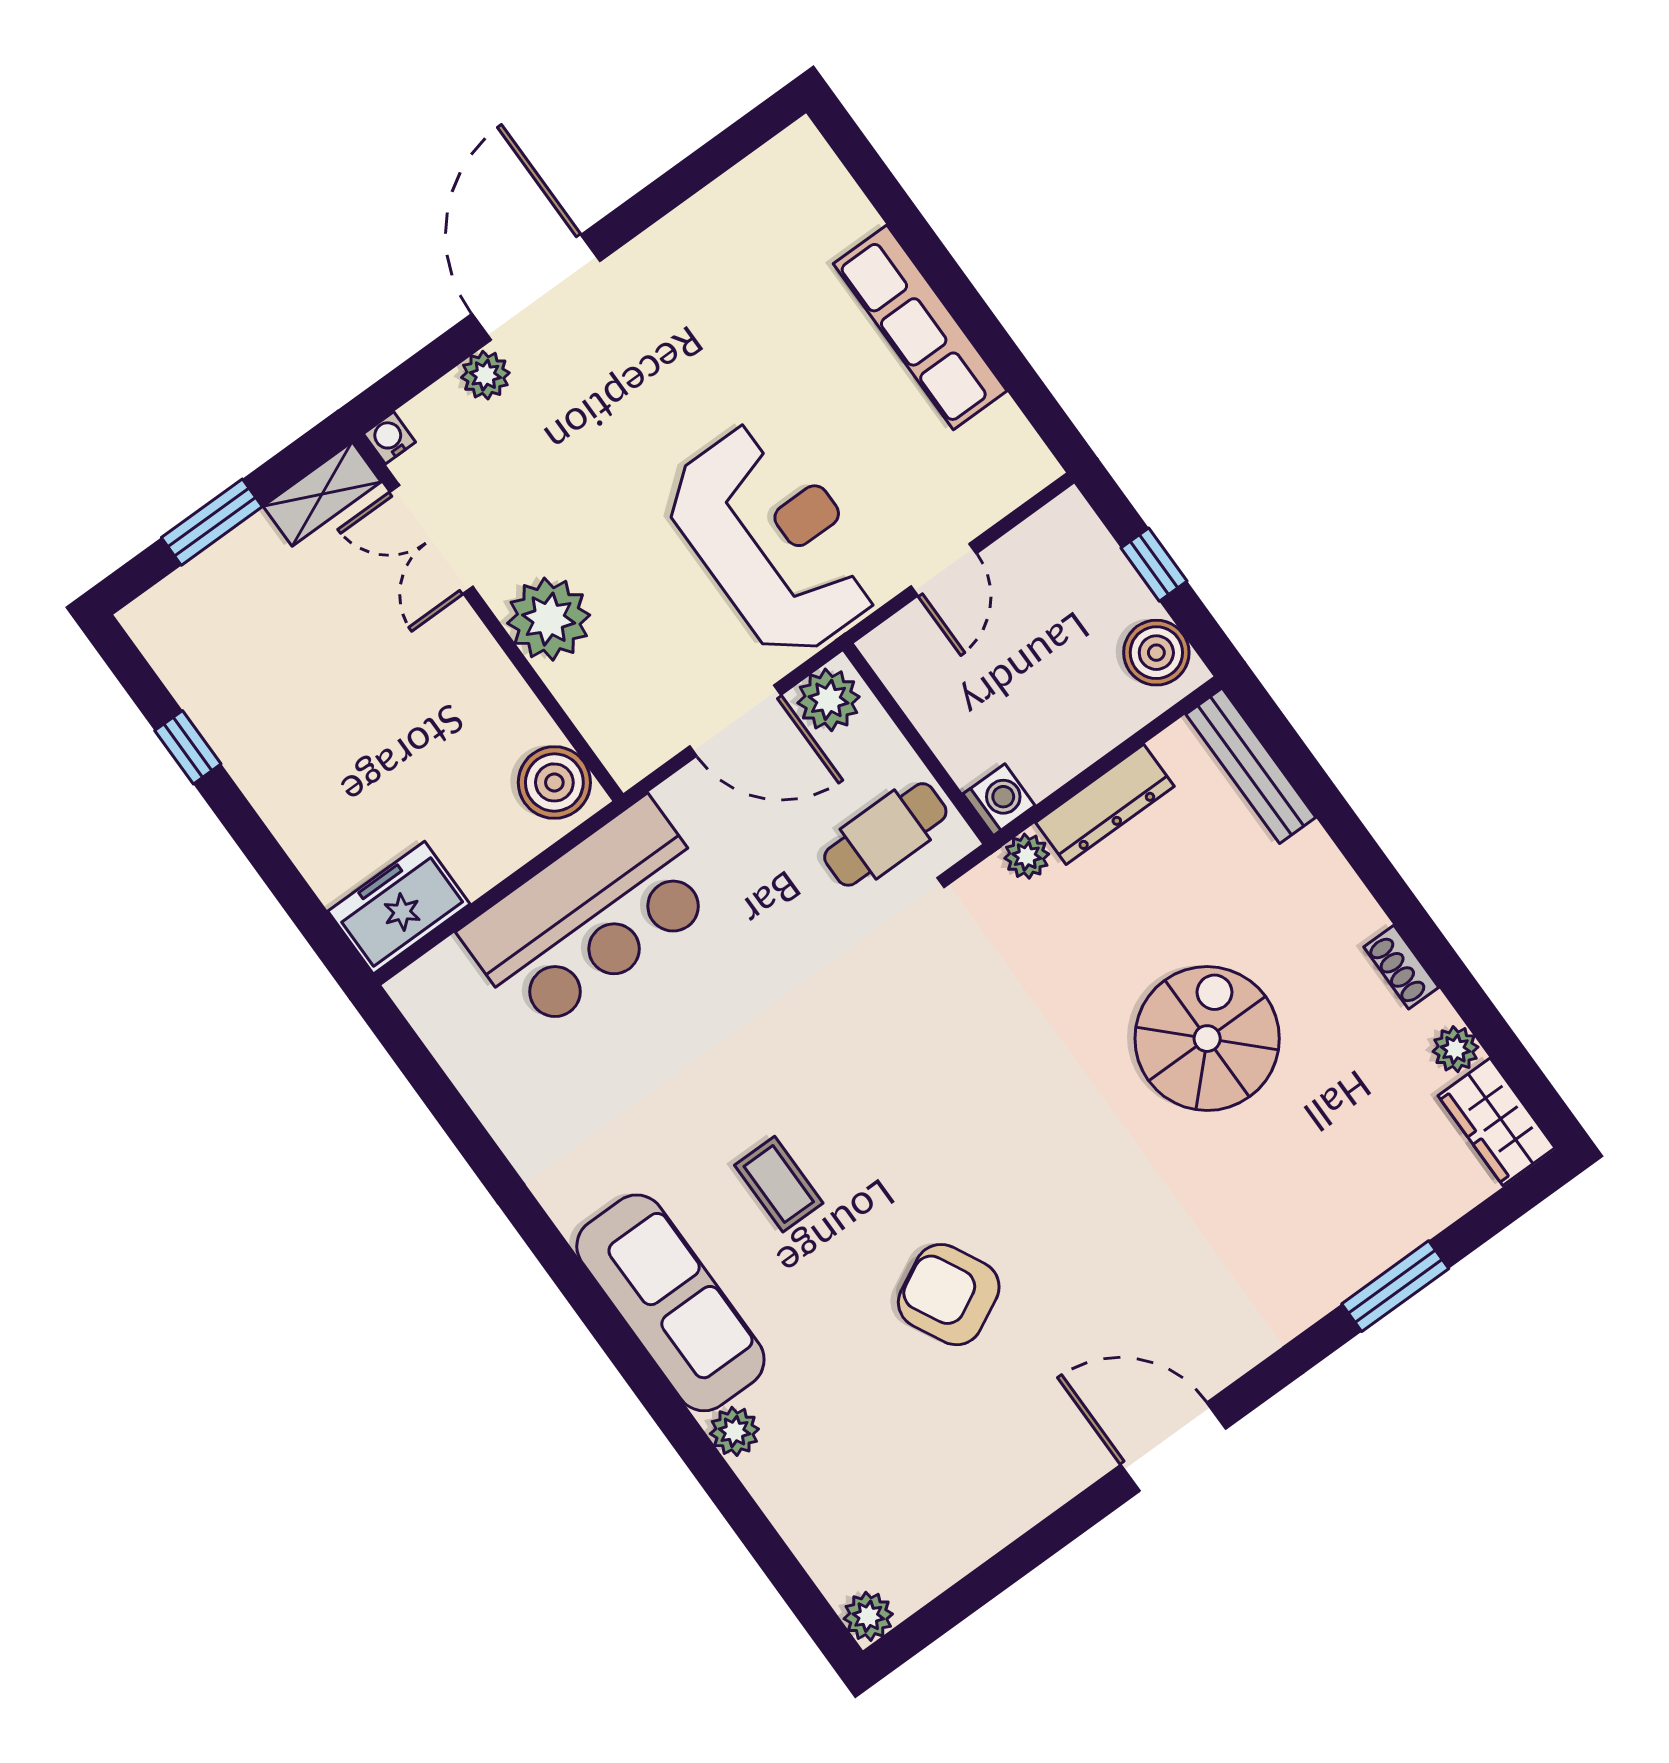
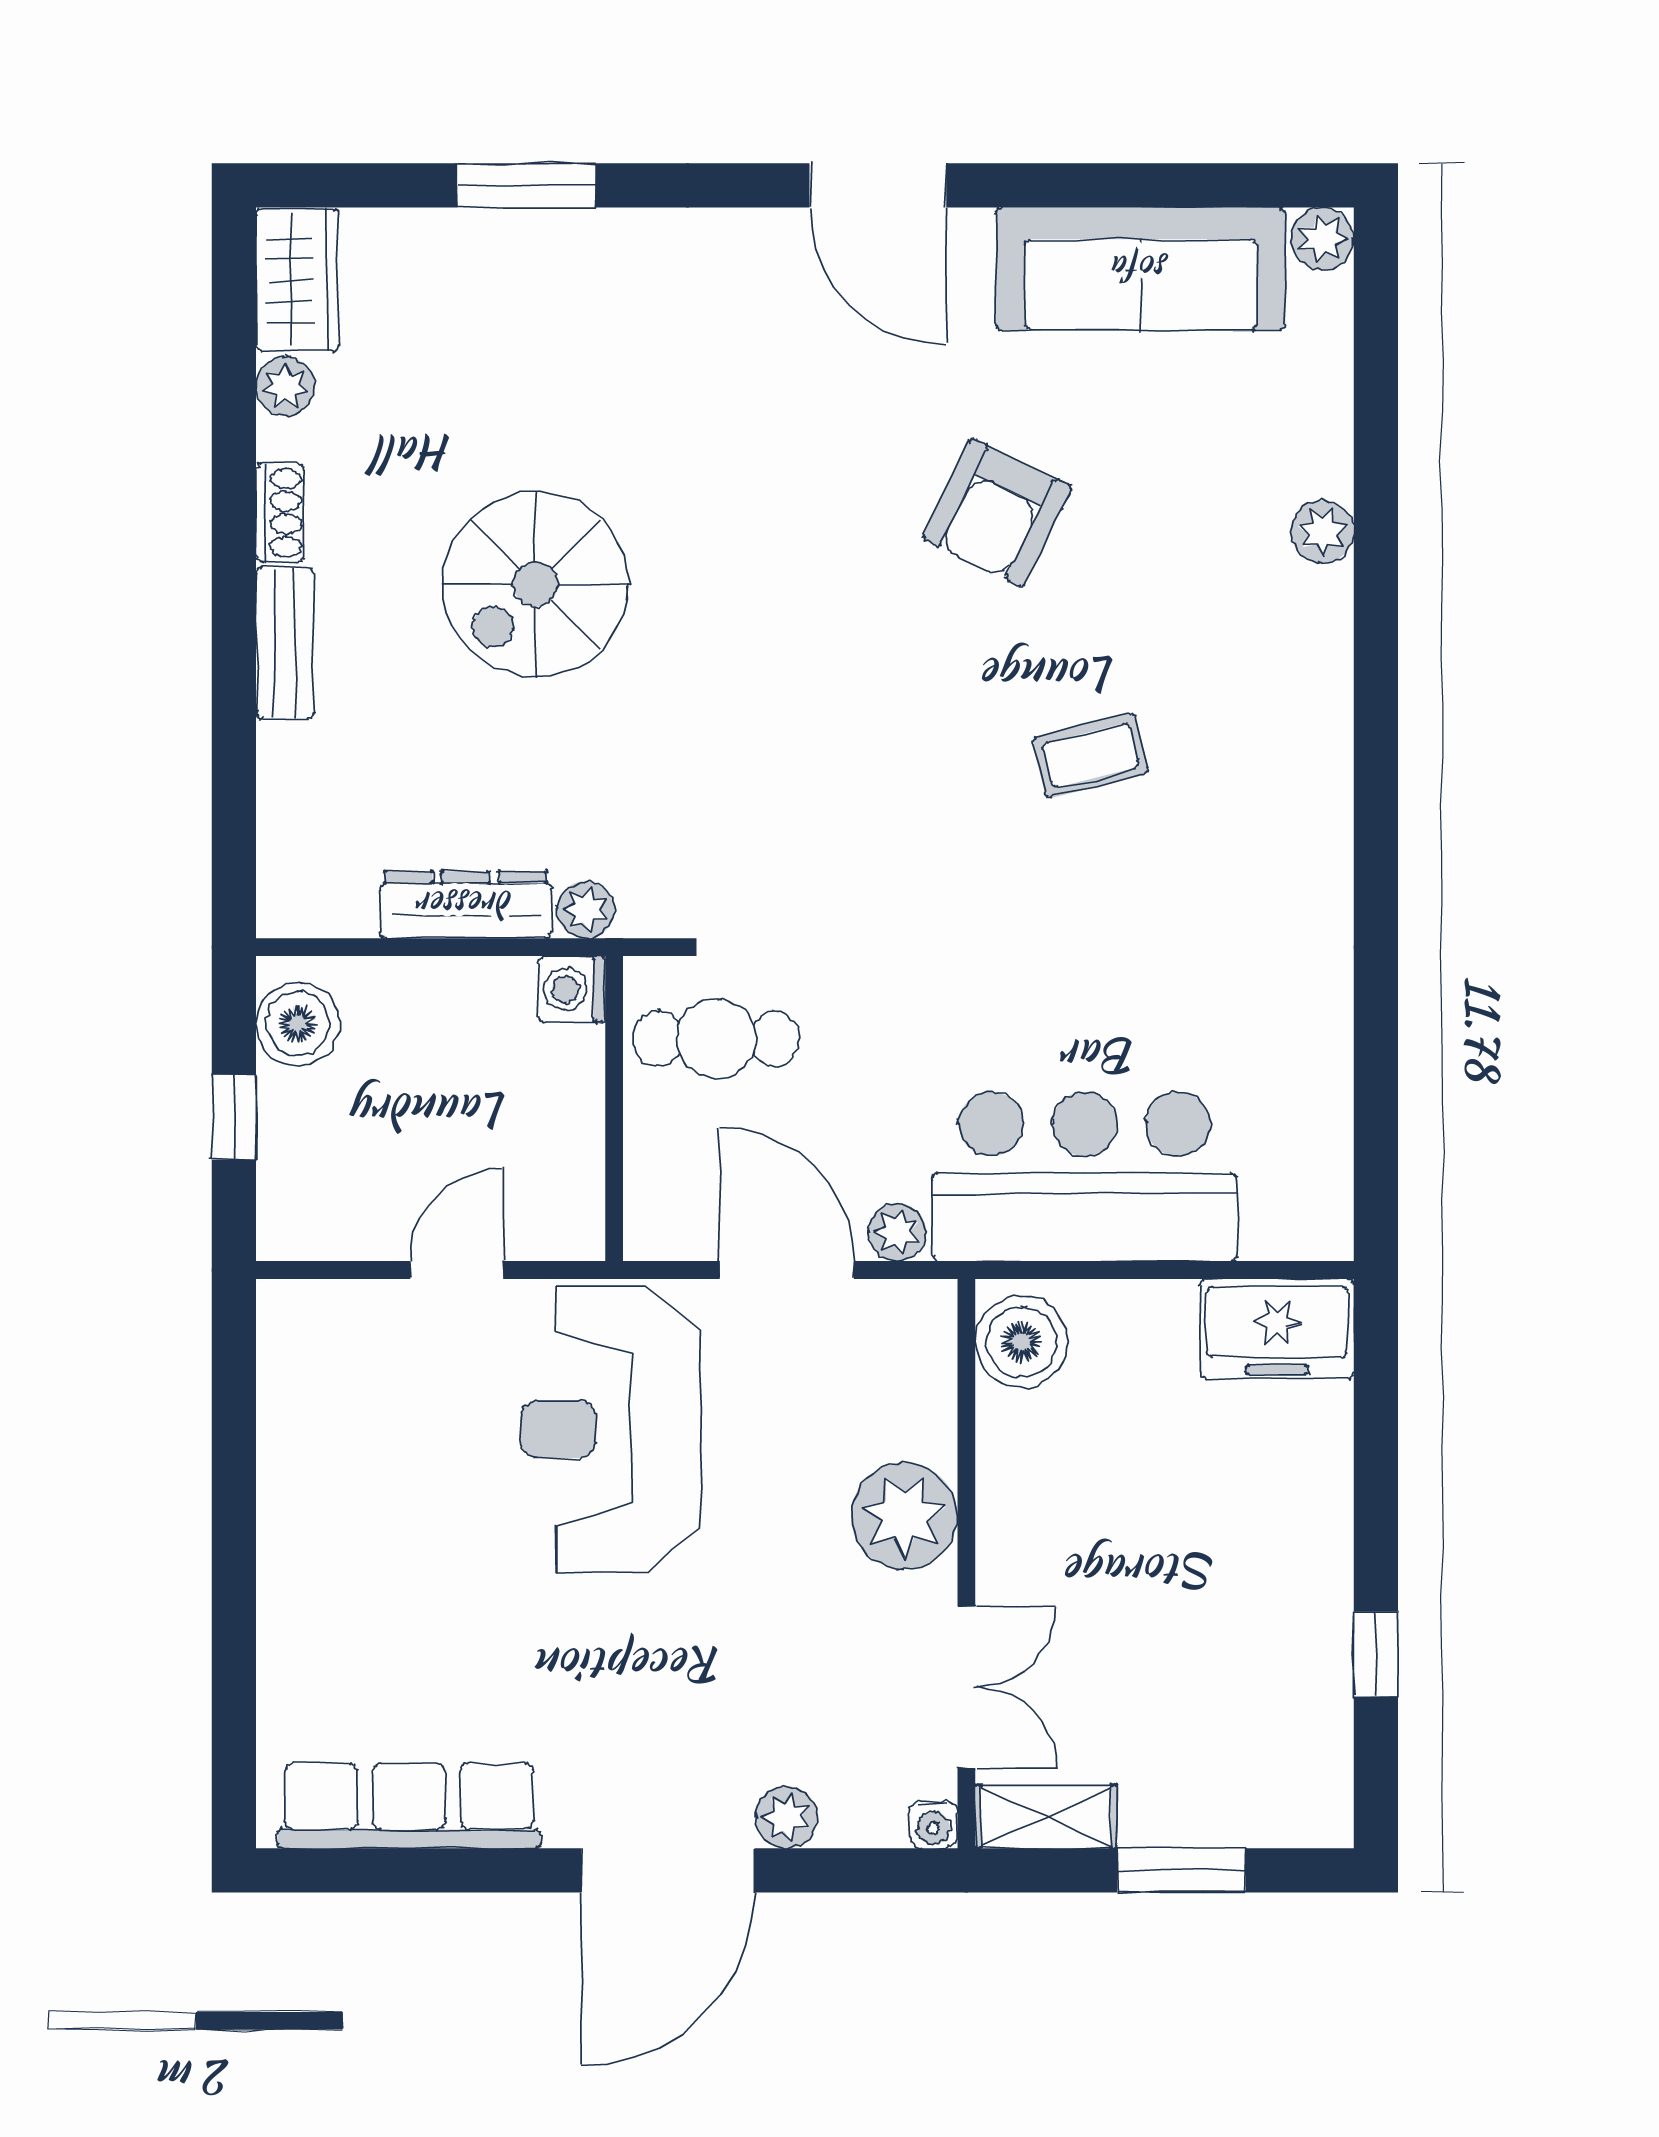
row of seats: (920, 327) -> (409, 1806), moved, turned -90
plant: (829, 700) -> (897, 1232), moved, width x0.73, depth x0.73
bench: (1251, 766) -> (285, 643), moved, width x0.73
coffee table: (779, 1184) -> (1090, 755), turned 76
armchair: (949, 1295) -> (997, 513), turned 53
sofa: (670, 1303) -> (1141, 269), moved, turned -90

